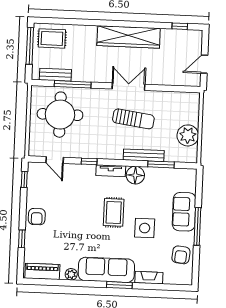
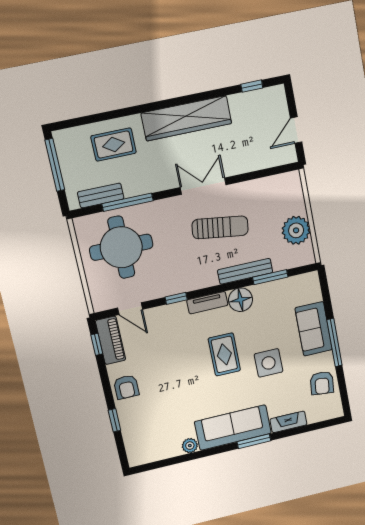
rug: (52, 38) -> (114, 145), moved
piano: (42, 271) -> (110, 340), moved, turned 90

